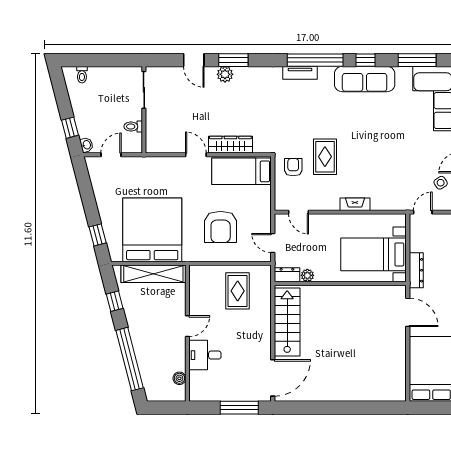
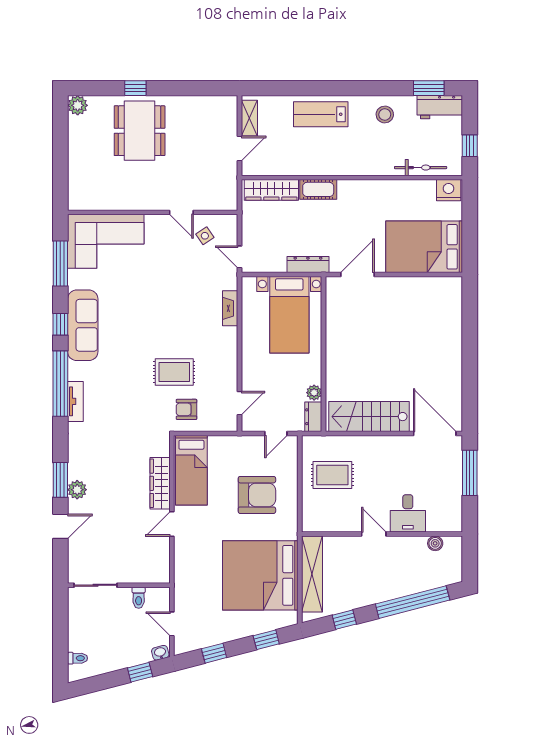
window: (86, 191) -> (214, 653), added
fireplace: (355, 204) -> (230, 308), moved

